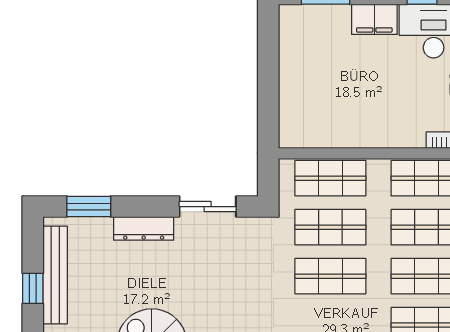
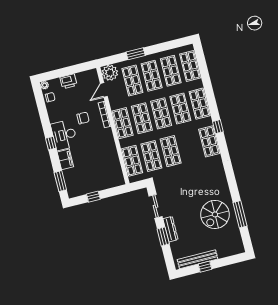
window: (268, 63) -> (93, 197), added
window: (89, 207) -> (163, 236), moved

